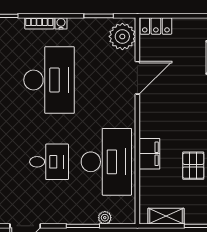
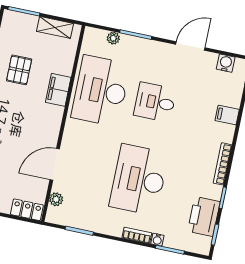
water cooler: (61, 23) -> (157, 240), moved
plant: (122, 36) -> (56, 199), width x0.53, depth x0.53

